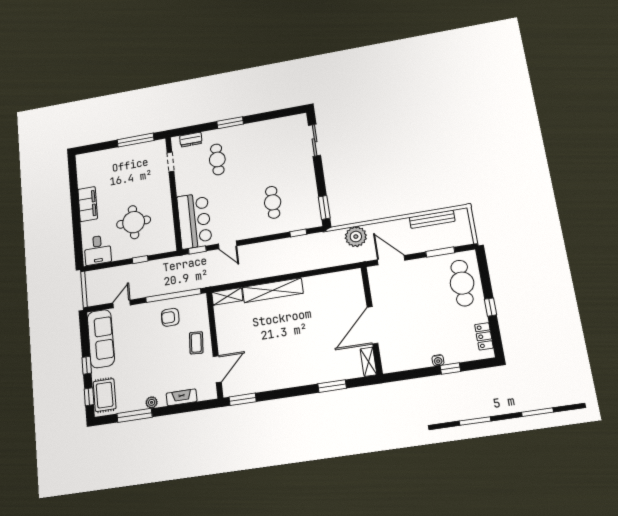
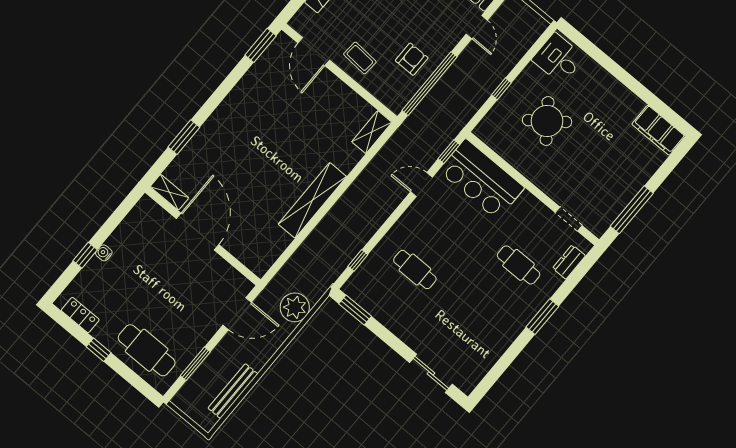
filing cabinet: (88, 204) -> (659, 130), moved
round table: (134, 222) -> (547, 121), turned -37
shelving: (273, 290) -> (312, 200), moved

